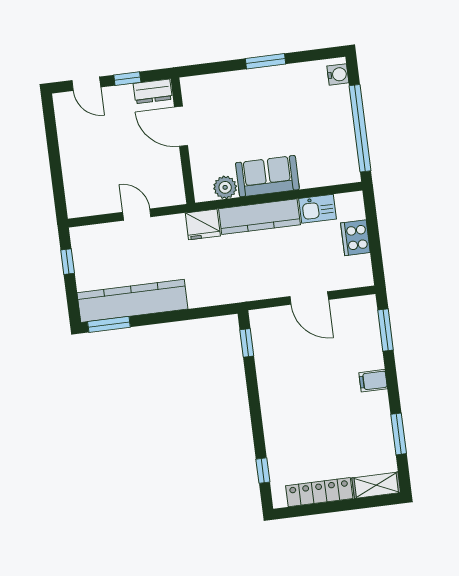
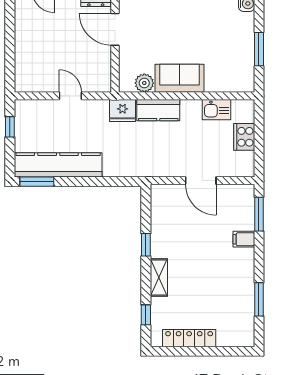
window: (360, 128) -> (259, 49), width x0.47
kitchen counter: (259, 217) -> (158, 110), width x0.67
window: (247, 343) -> (146, 245), moved
filing cabinet: (373, 381) -> (244, 239), moved
shelving: (376, 485) -> (159, 277), moved, turned 90

